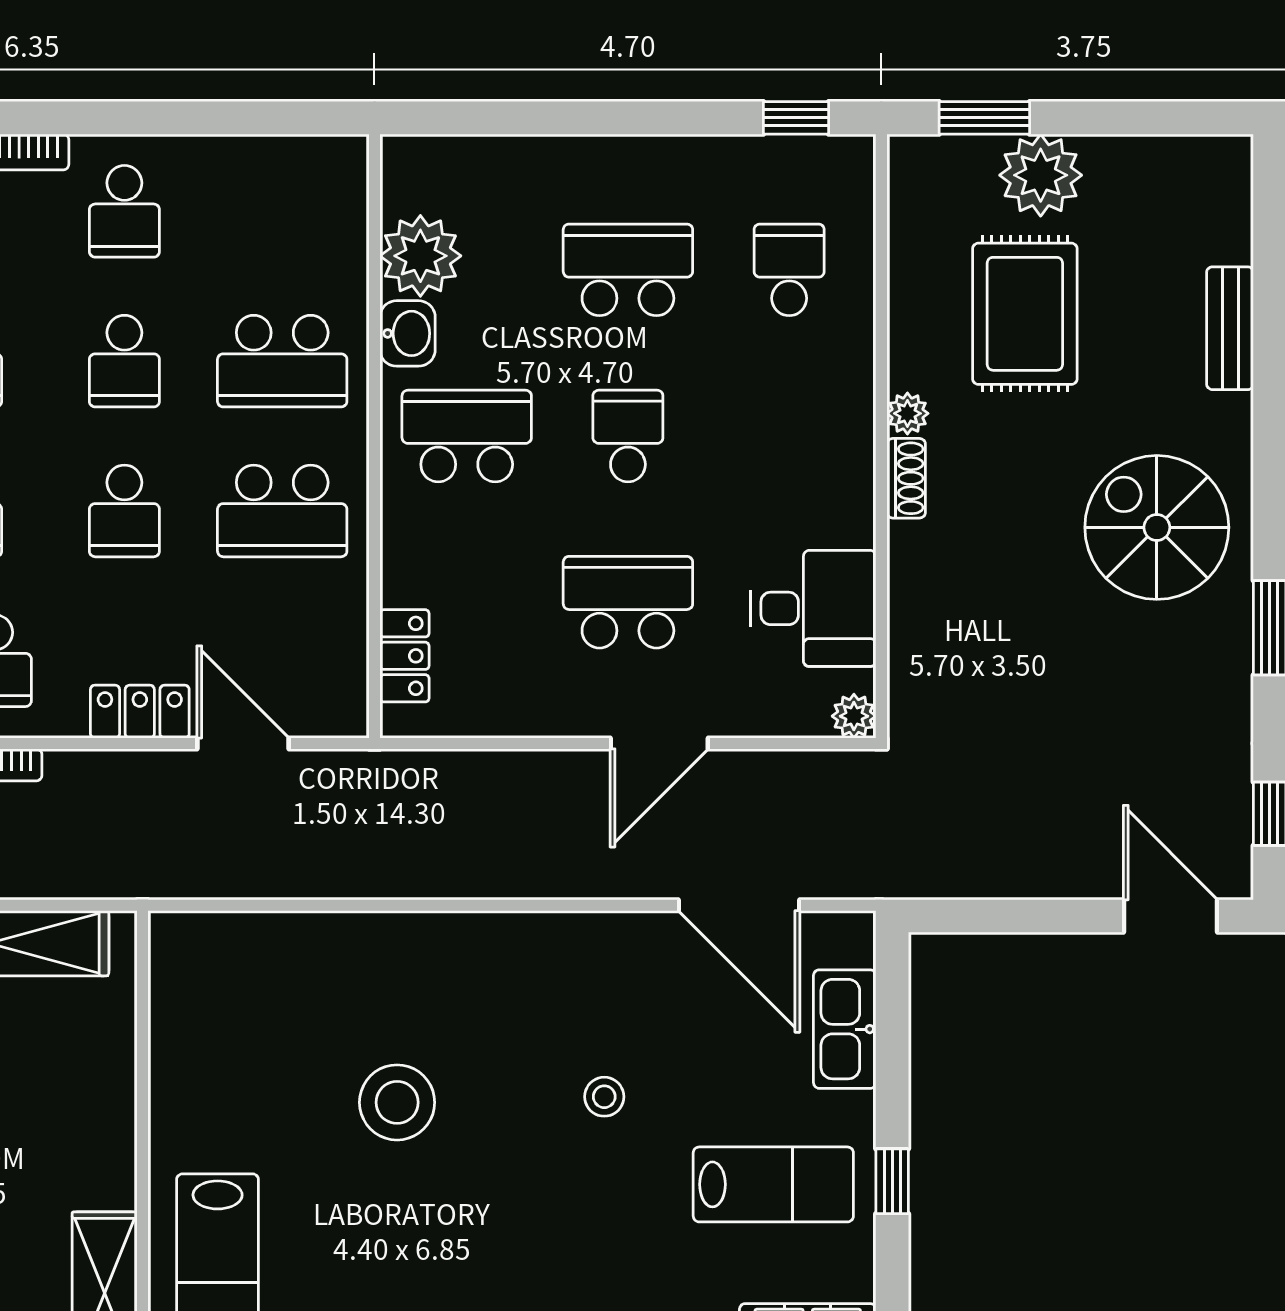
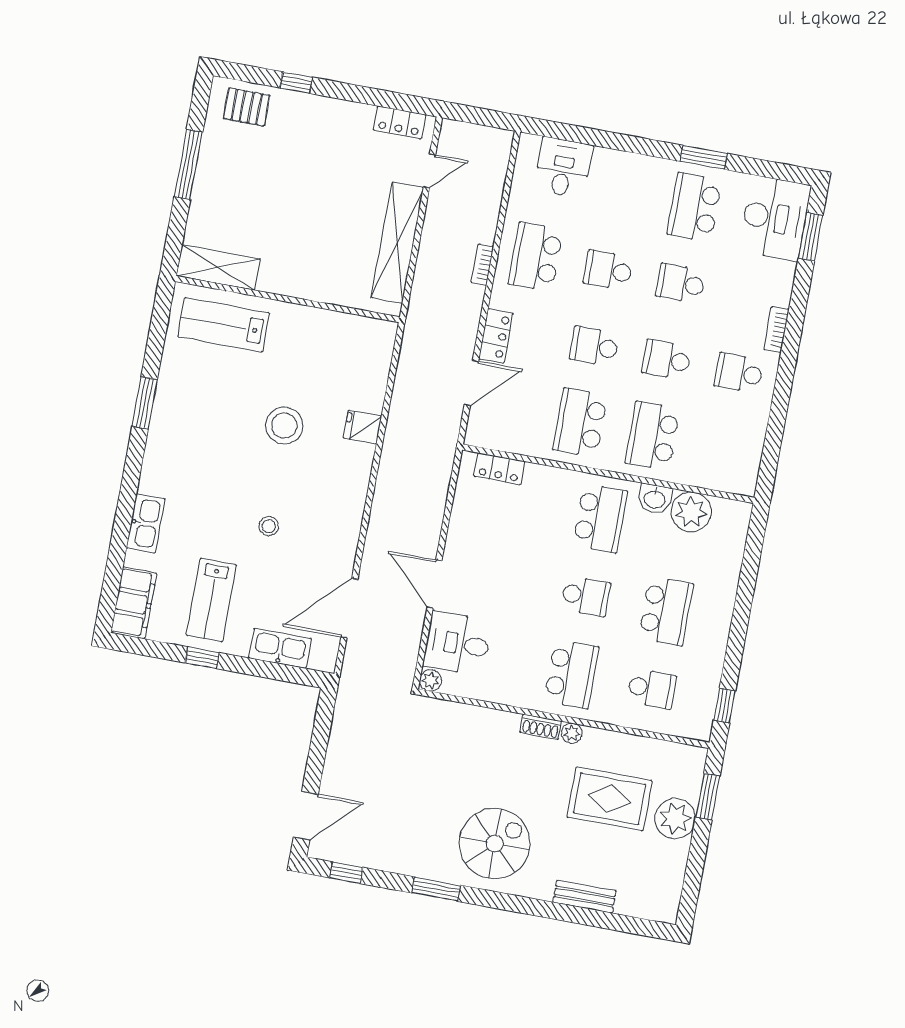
school desk: (628, 602) -> (571, 674), moved
desk: (813, 608) -> (457, 643), moved, turned 90
fridge: (372, 945) -> (363, 427), added

